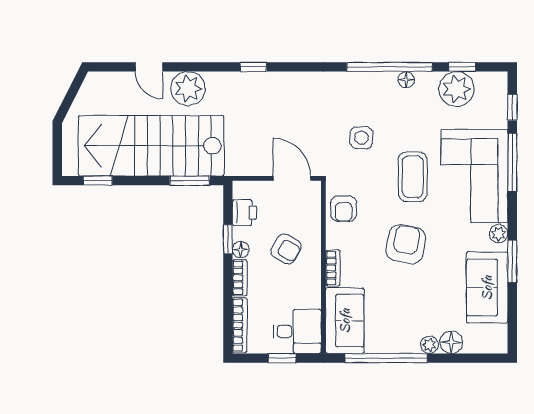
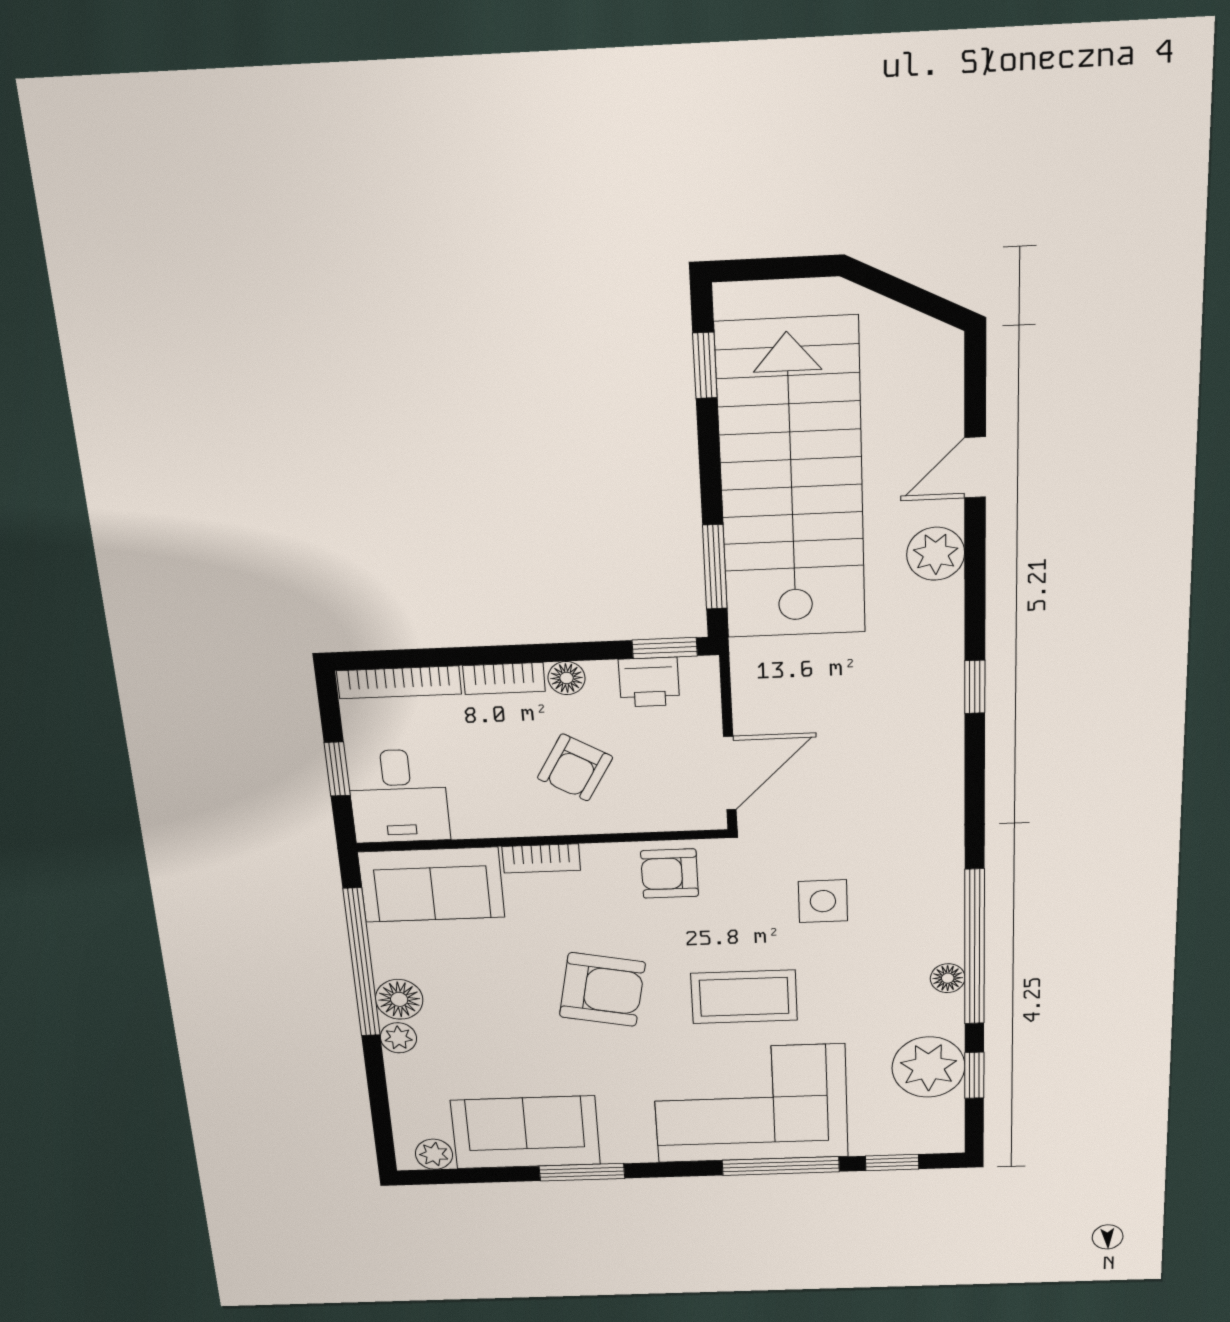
plant: (188, 89) -> (936, 554), width x0.73, depth x0.73
plant: (499, 234) -> (434, 1154), moved
window: (228, 239) -> (665, 648), moved
floor lamp: (451, 342) -> (399, 999), moved

